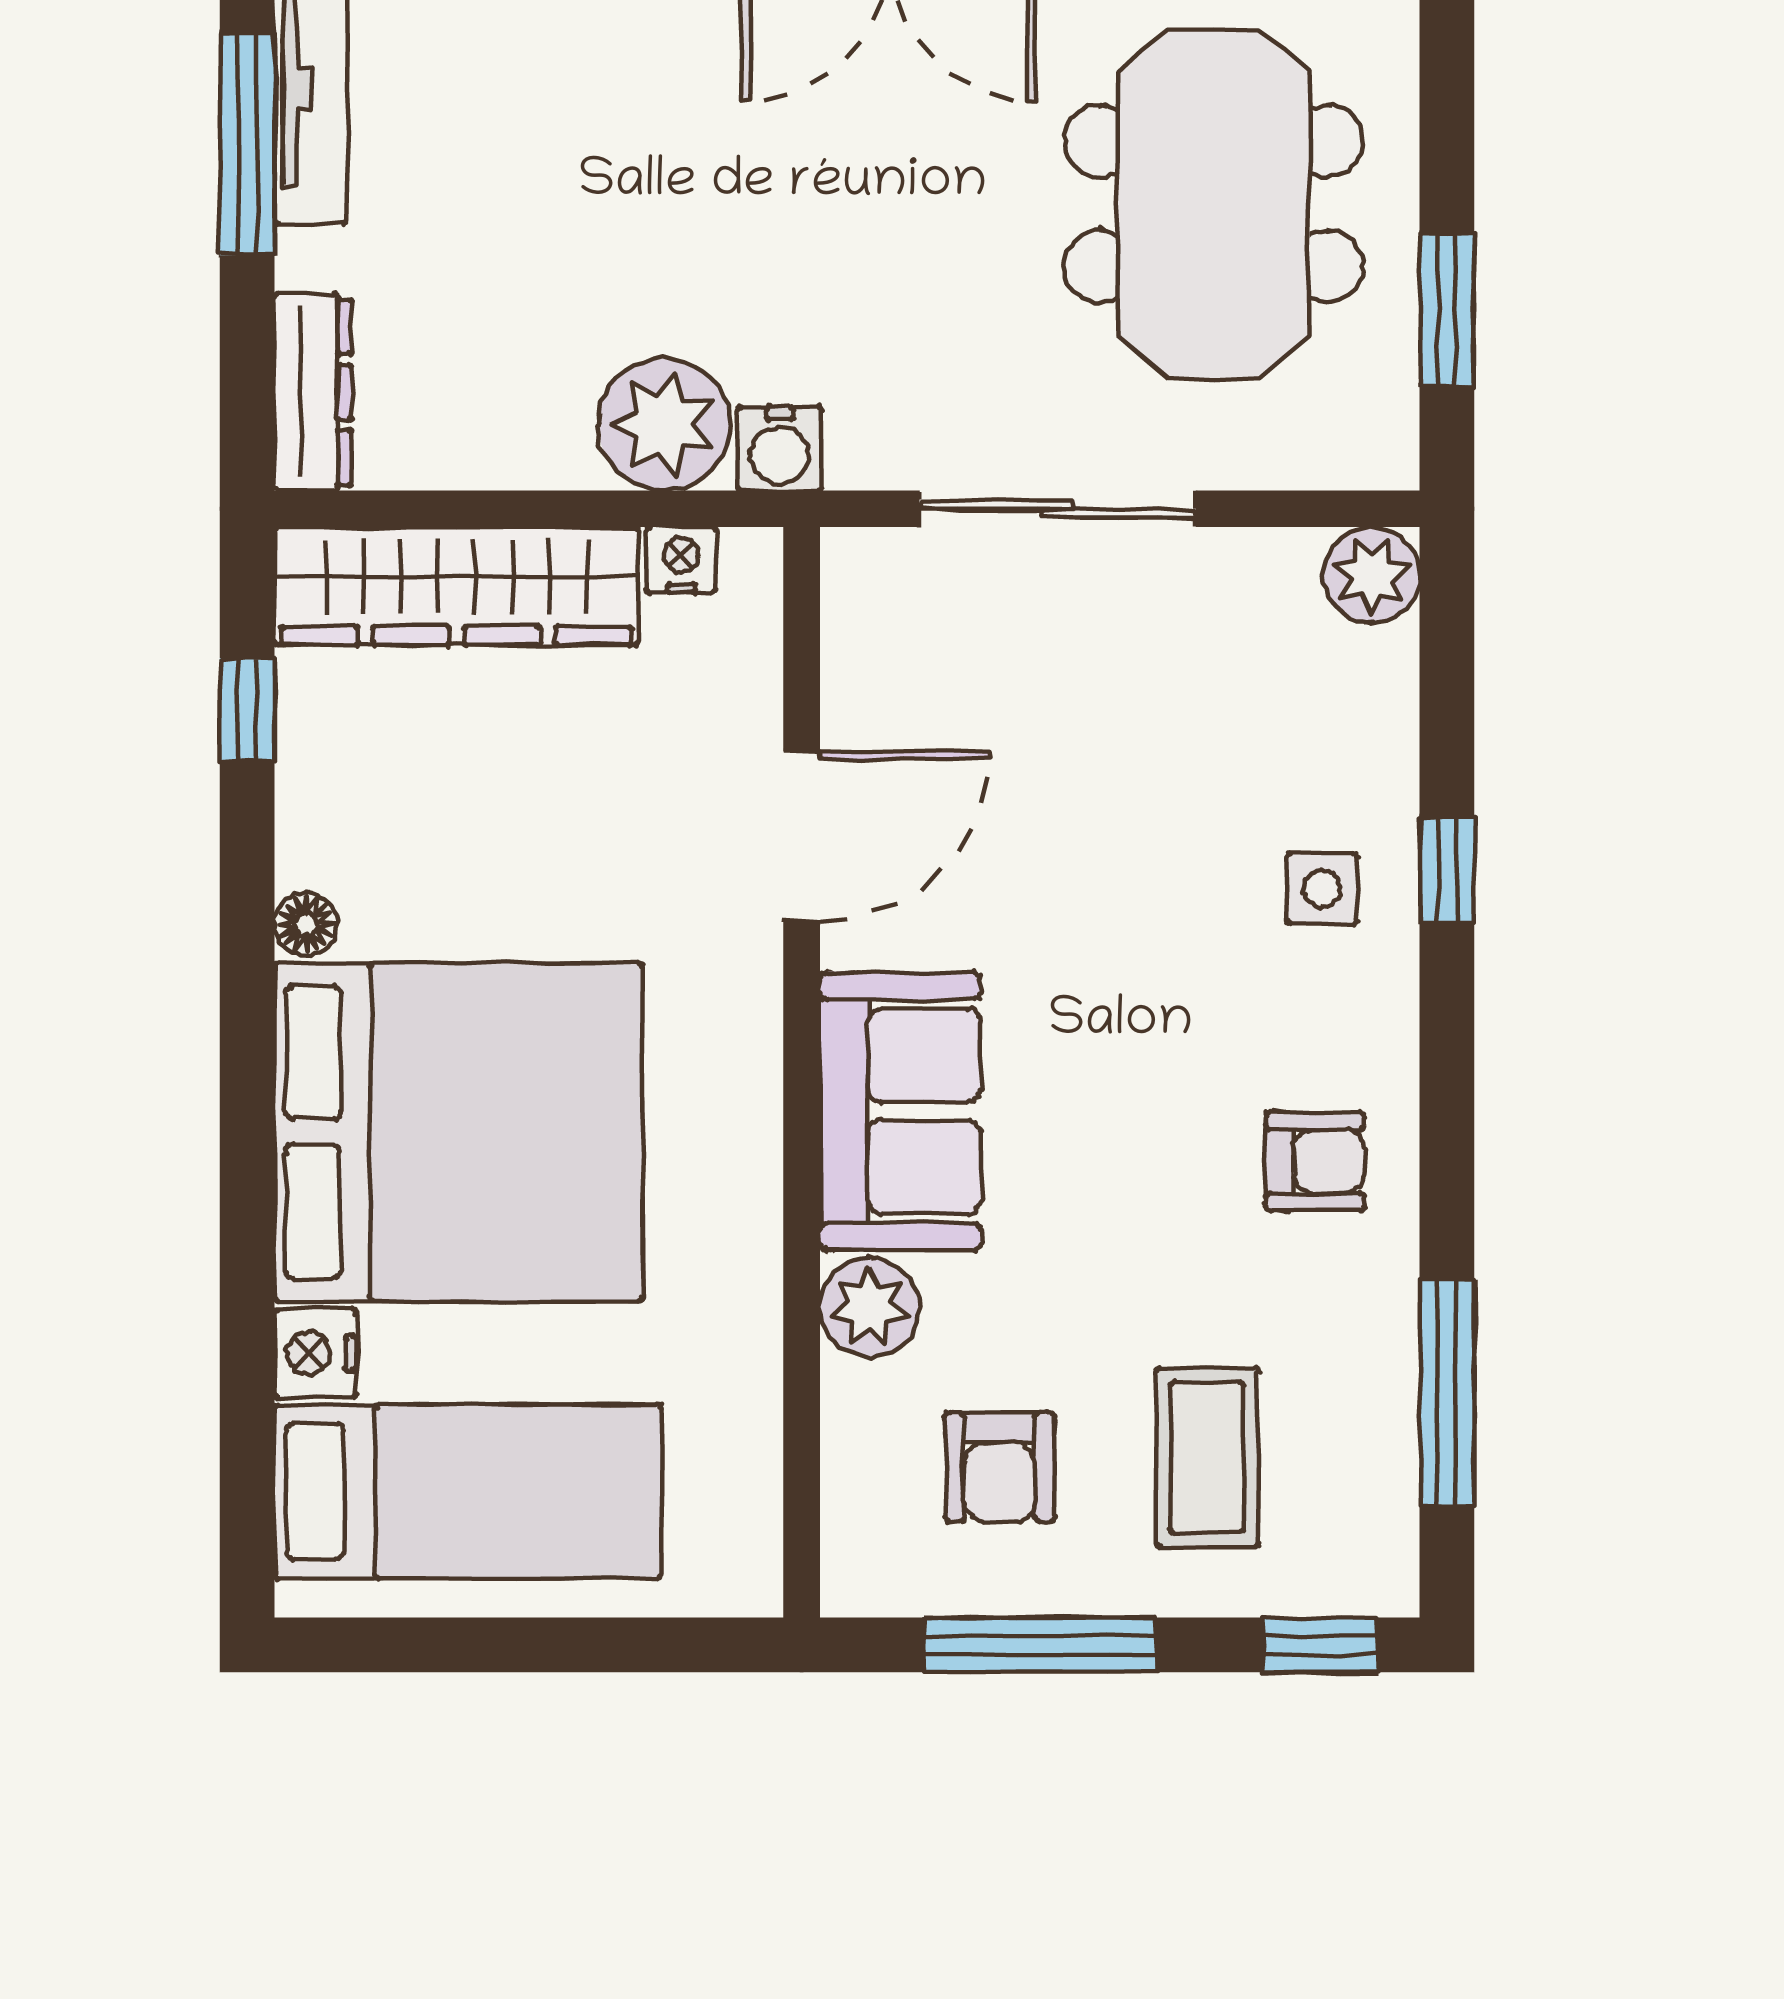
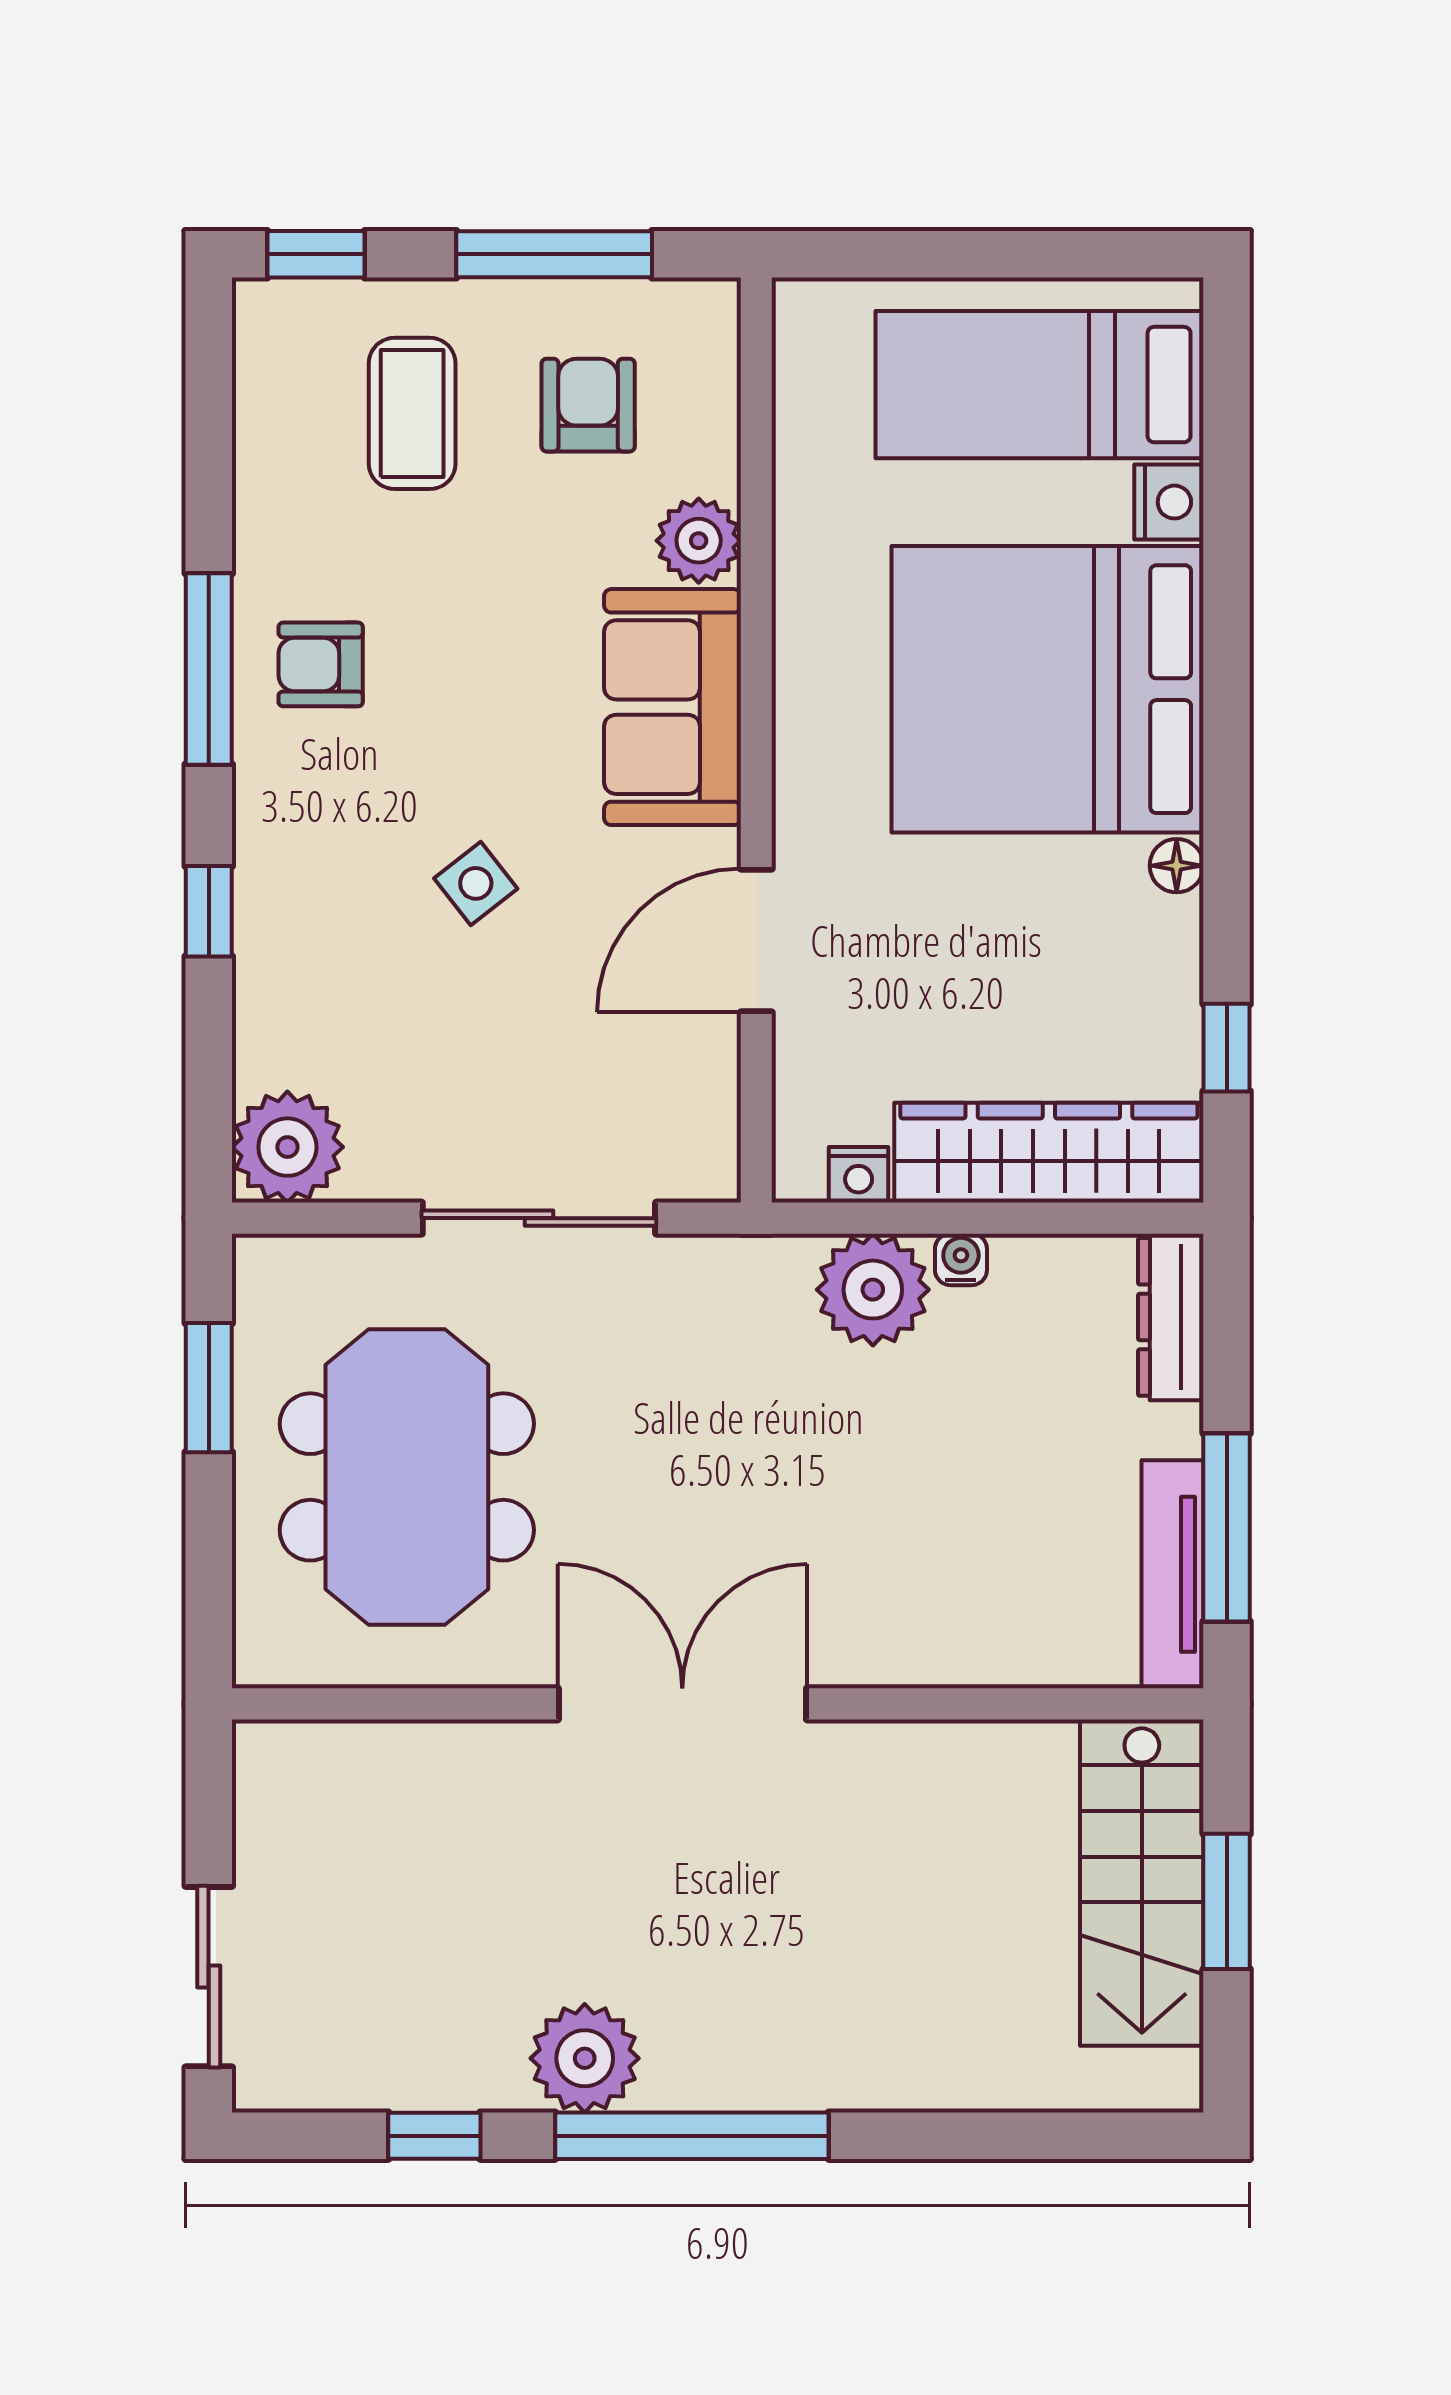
water cooler: (780, 448) -> (961, 1259), moved, width x0.72, depth x0.72
plant: (1372, 575) -> (287, 1147), width x1.36, depth x1.36
side table: (1322, 889) -> (476, 883), moved, turned -38
window: (1447, 1392) -> (209, 669), moved

